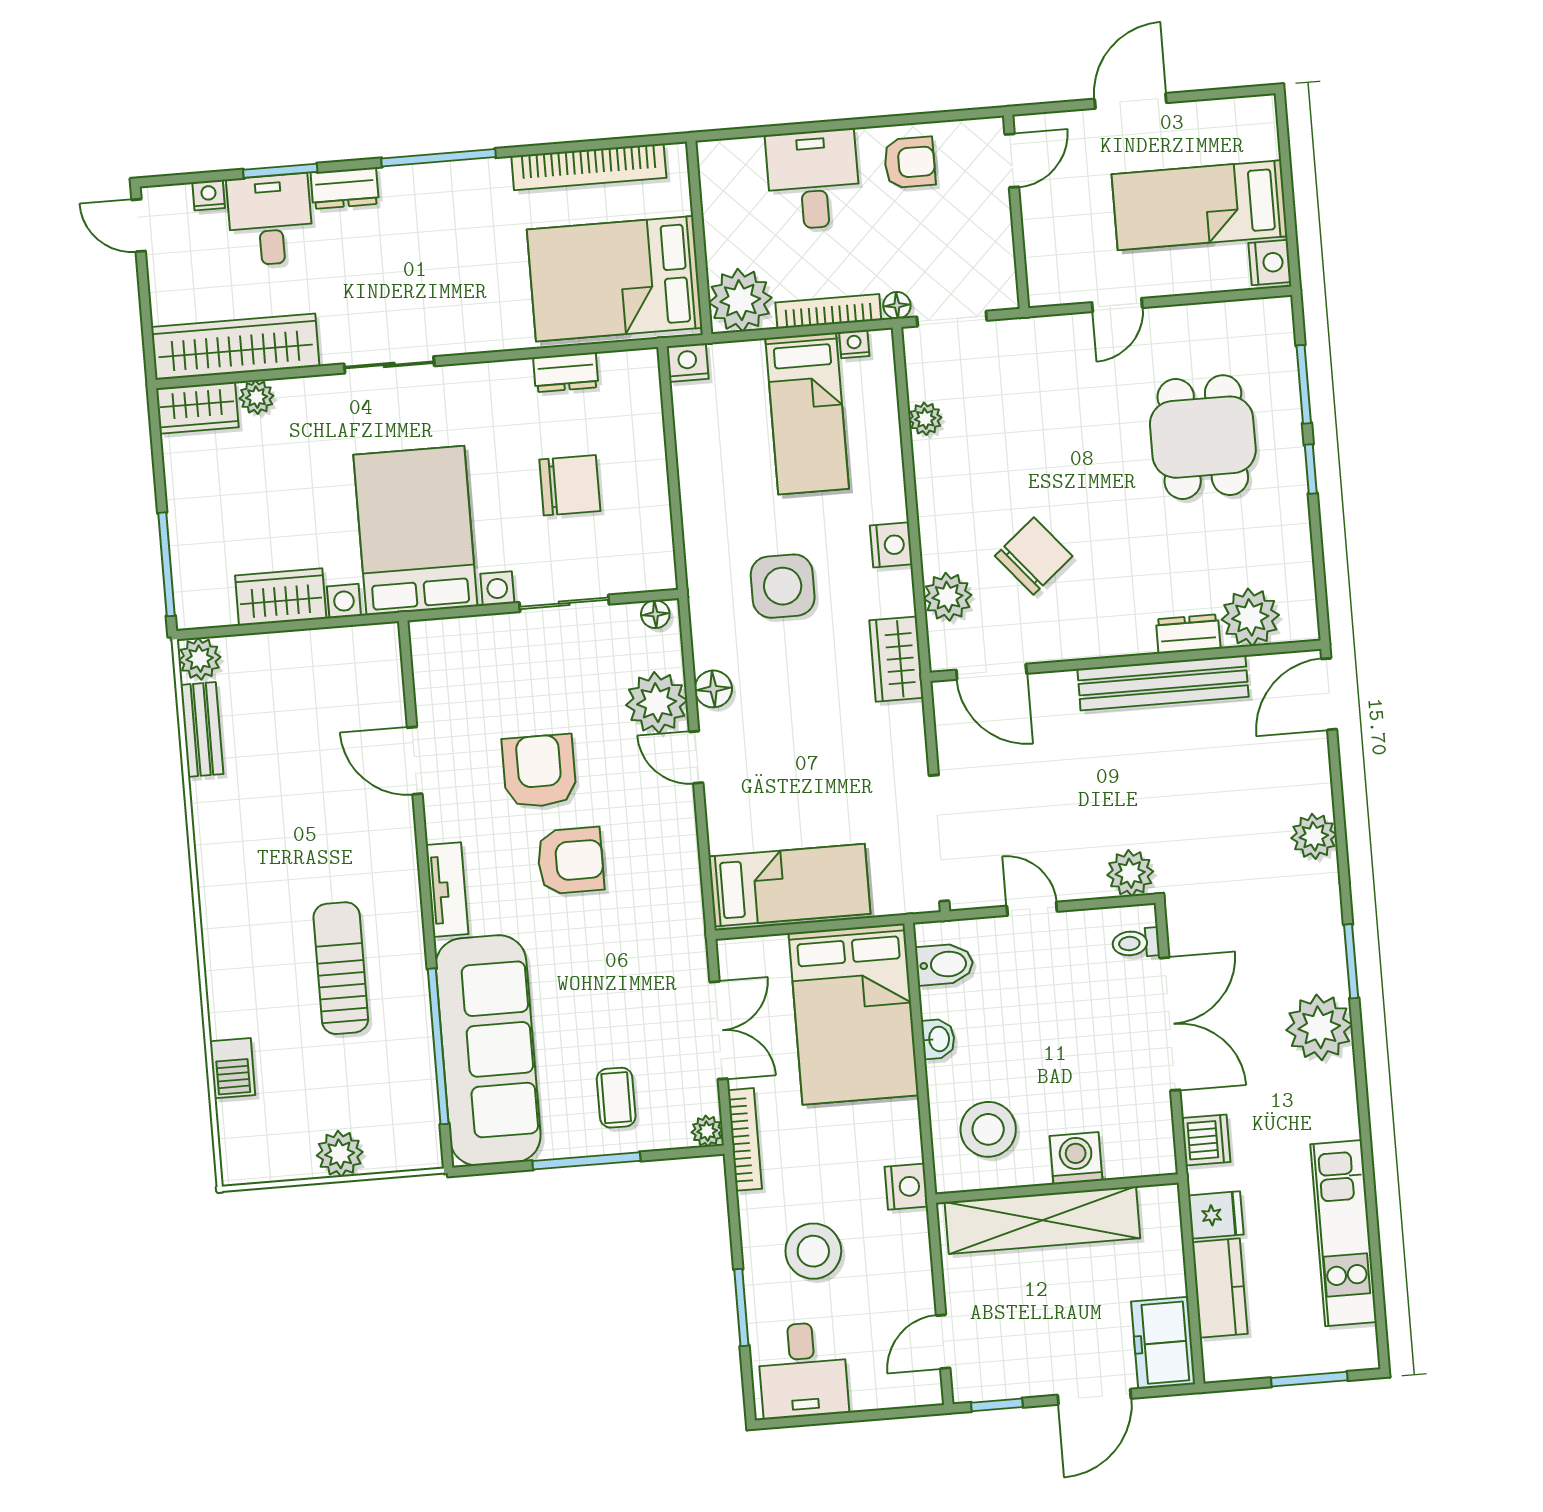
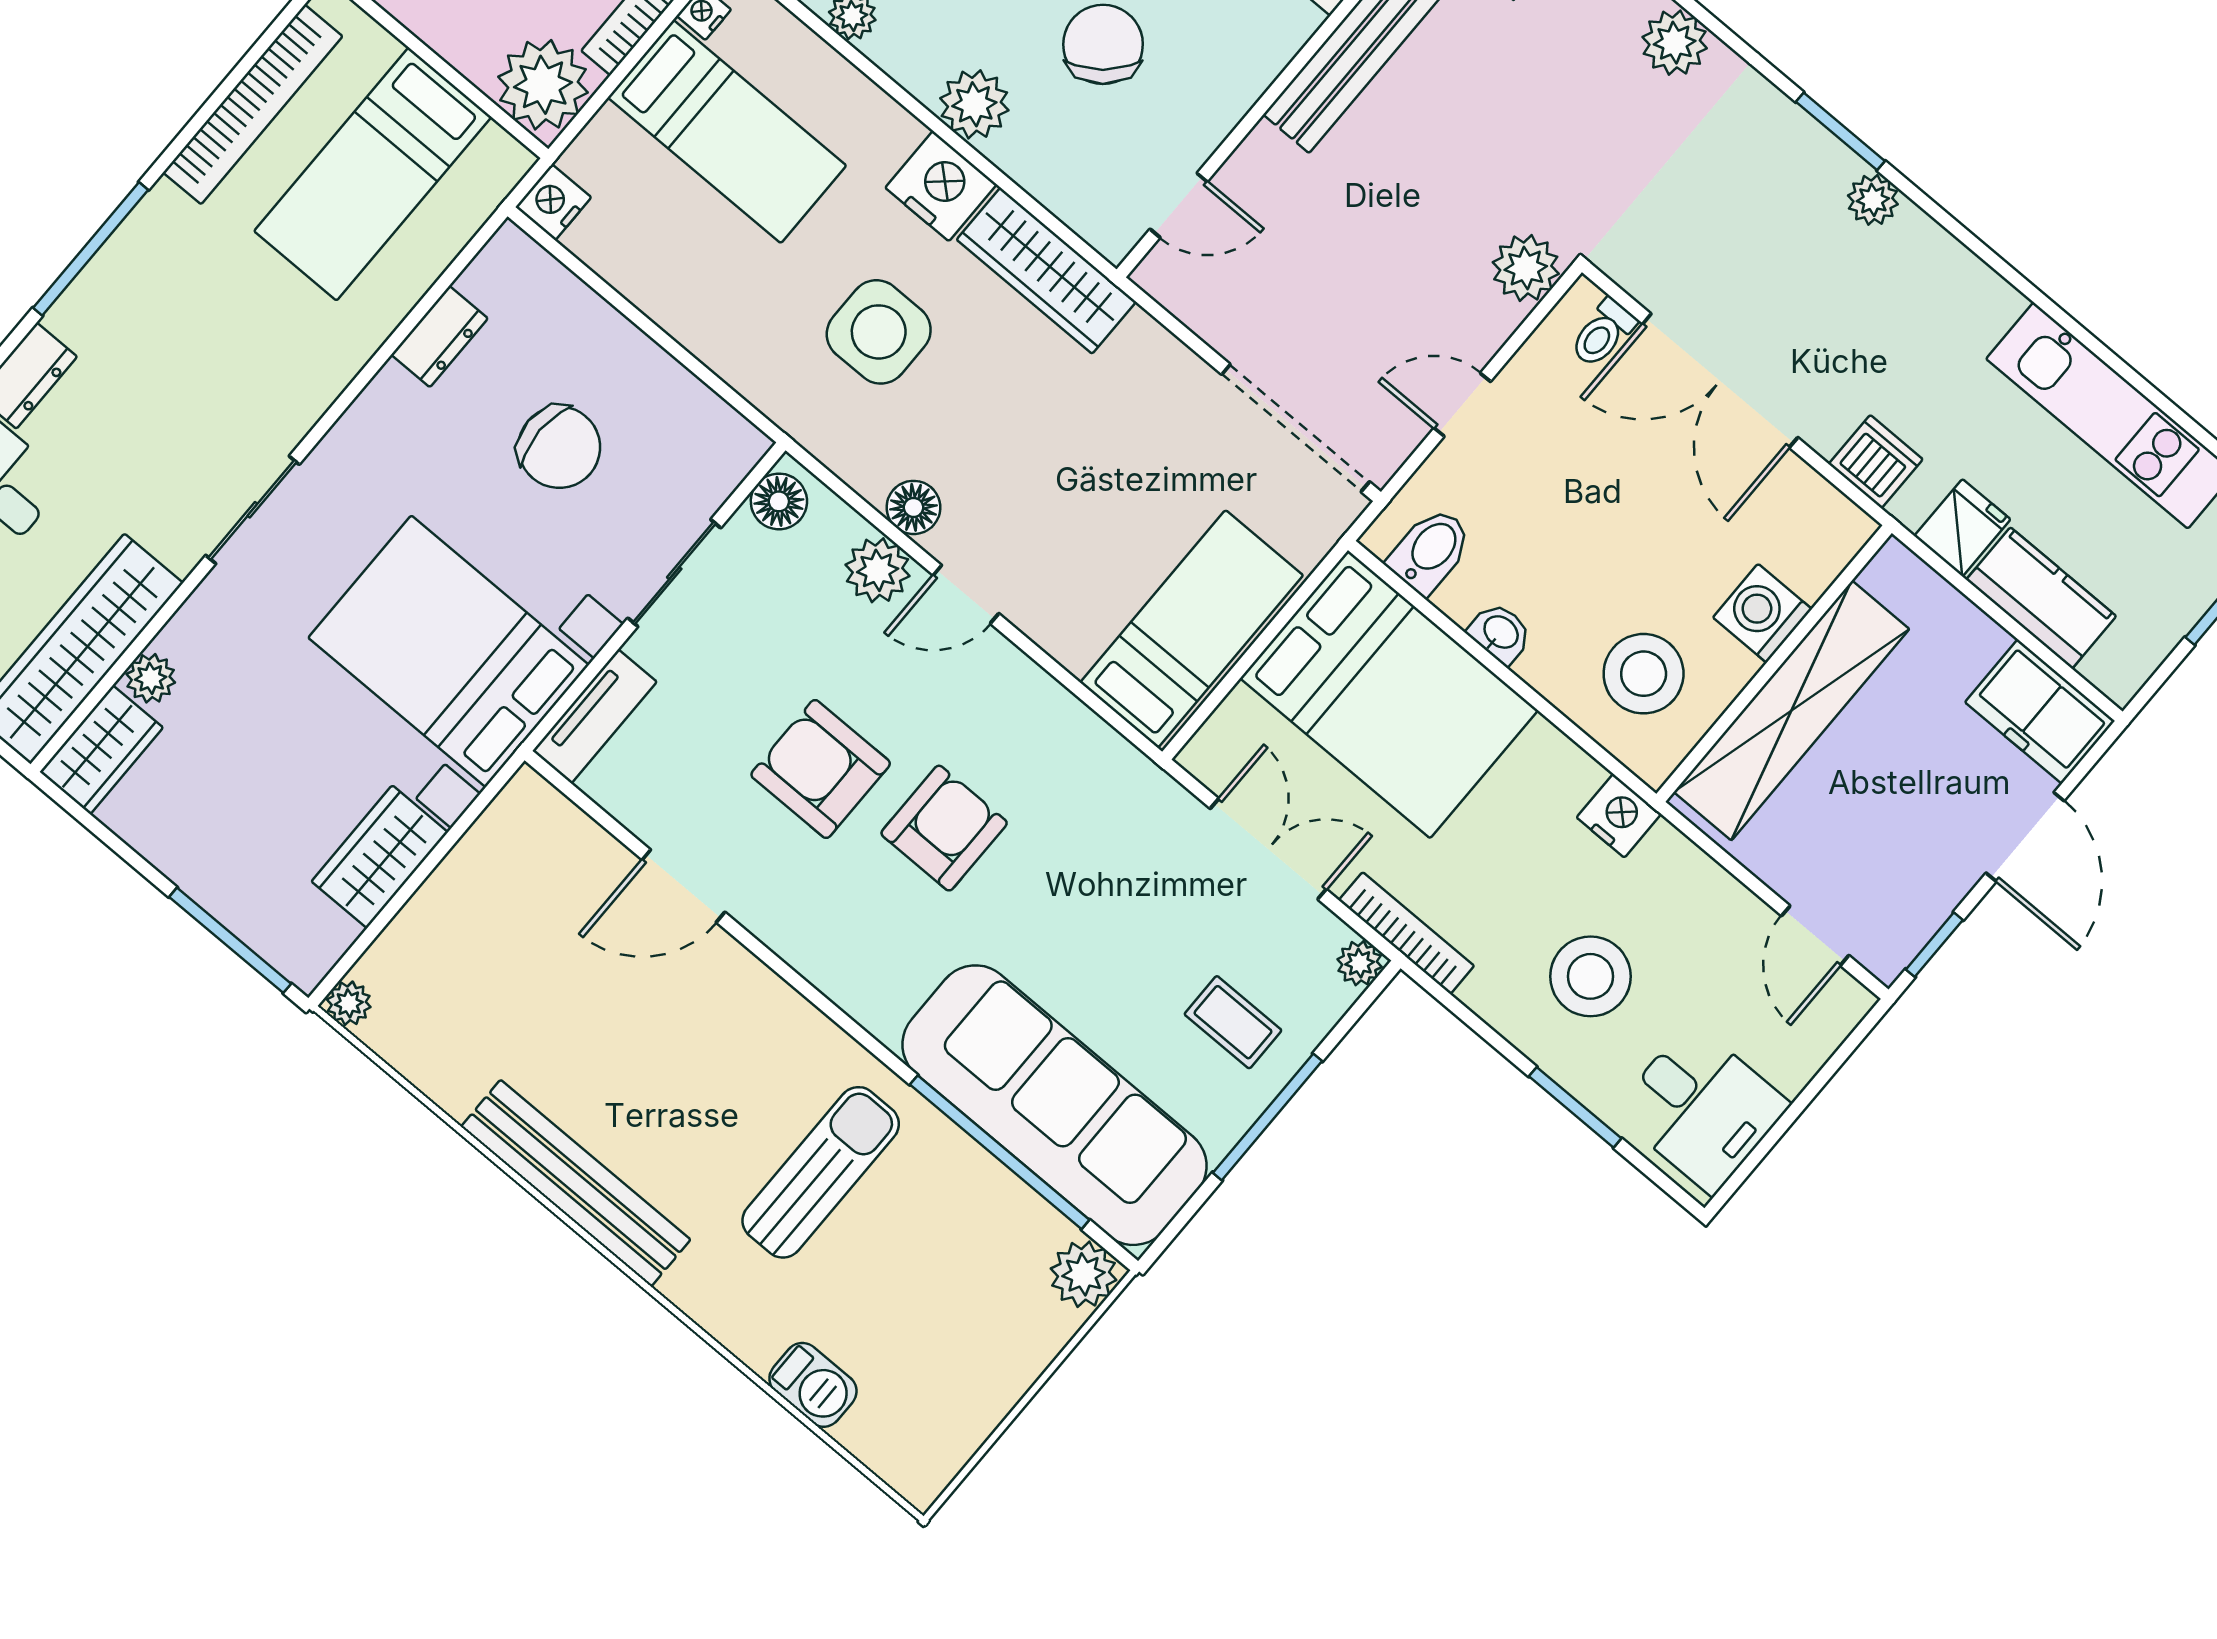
bed: (615, 279) -> (373, 174), width x0.67
chair: (570, 485) -> (559, 447), turned 90
nightstand: (891, 545) -> (941, 186), width x1.36, depth x1.33
plant: (948, 597) -> (974, 104), moved
floor lamp: (655, 614) -> (779, 501), width x1.37, depth x1.37
plant: (200, 659) -> (349, 1003), width x0.73, depth x0.73
wardrobe: (896, 659) -> (1046, 271), width x1.50
door: (991, 672) -> (1179, 205), width x0.73
plant: (657, 703) -> (878, 570), width x0.73, depth x0.73
bench: (202, 729) -> (576, 1183), moved, width x1.86, depth x1.21
tv unit: (447, 890) -> (595, 716), moved, turned 90
sun lounger: (341, 968) -> (821, 1172), turned 90
double door: (1170, 1024) -> (1720, 381), swing flipped
plant: (1319, 1027) -> (1873, 200), width x0.53, depth x0.53
plant: (340, 1154) -> (1084, 1274), moved

